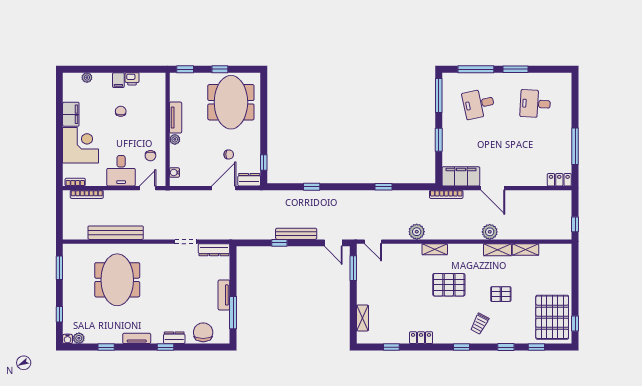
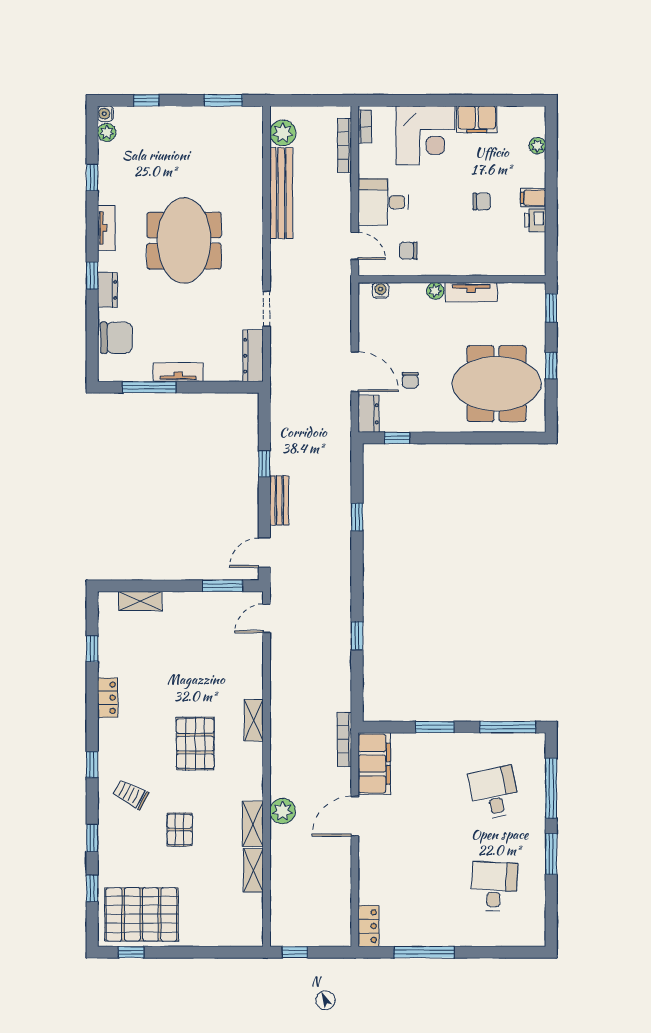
plant: (417, 232) -> (283, 133), moved
bench: (296, 234) -> (279, 500), width x0.73
meeting table: (117, 280) -> (184, 241), moved, turned 90

